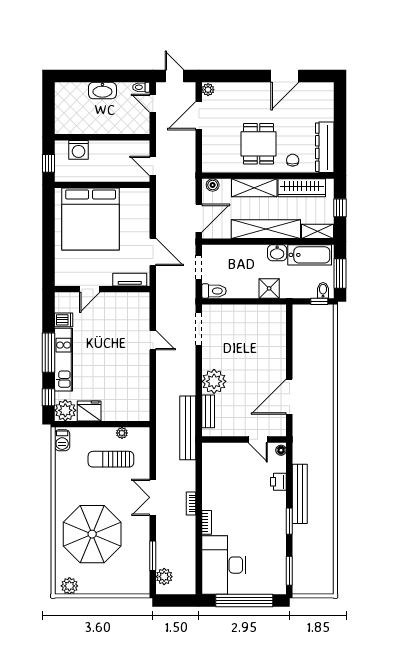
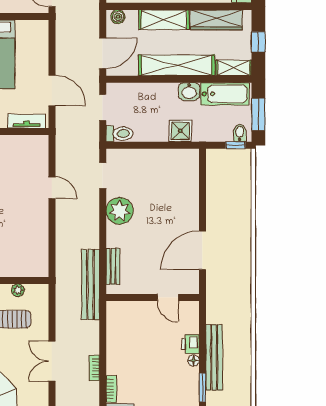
doorway: (199, 329) -> (103, 176), width x0.73
plant: (214, 381) -> (119, 211), moved
floor lamp: (281, 450) -> (193, 361), moved

